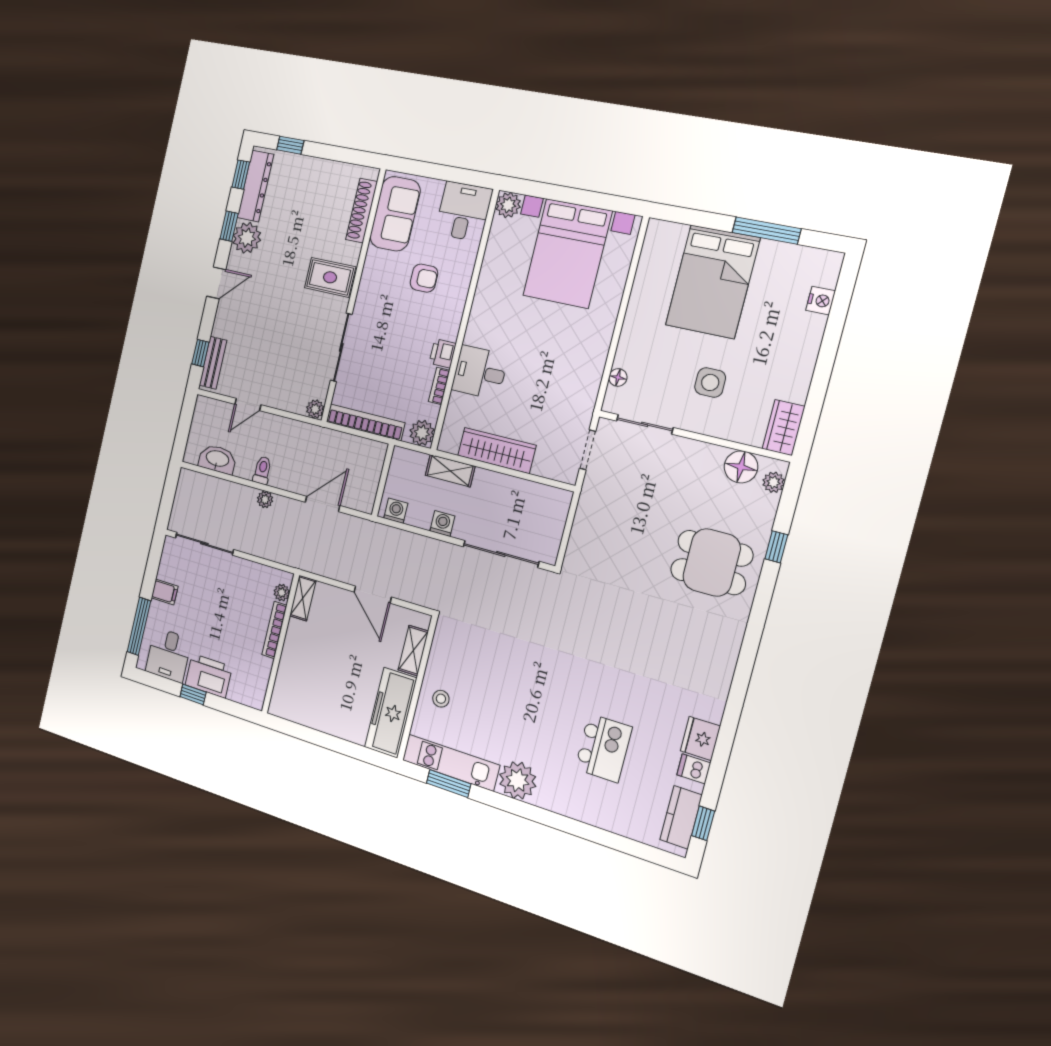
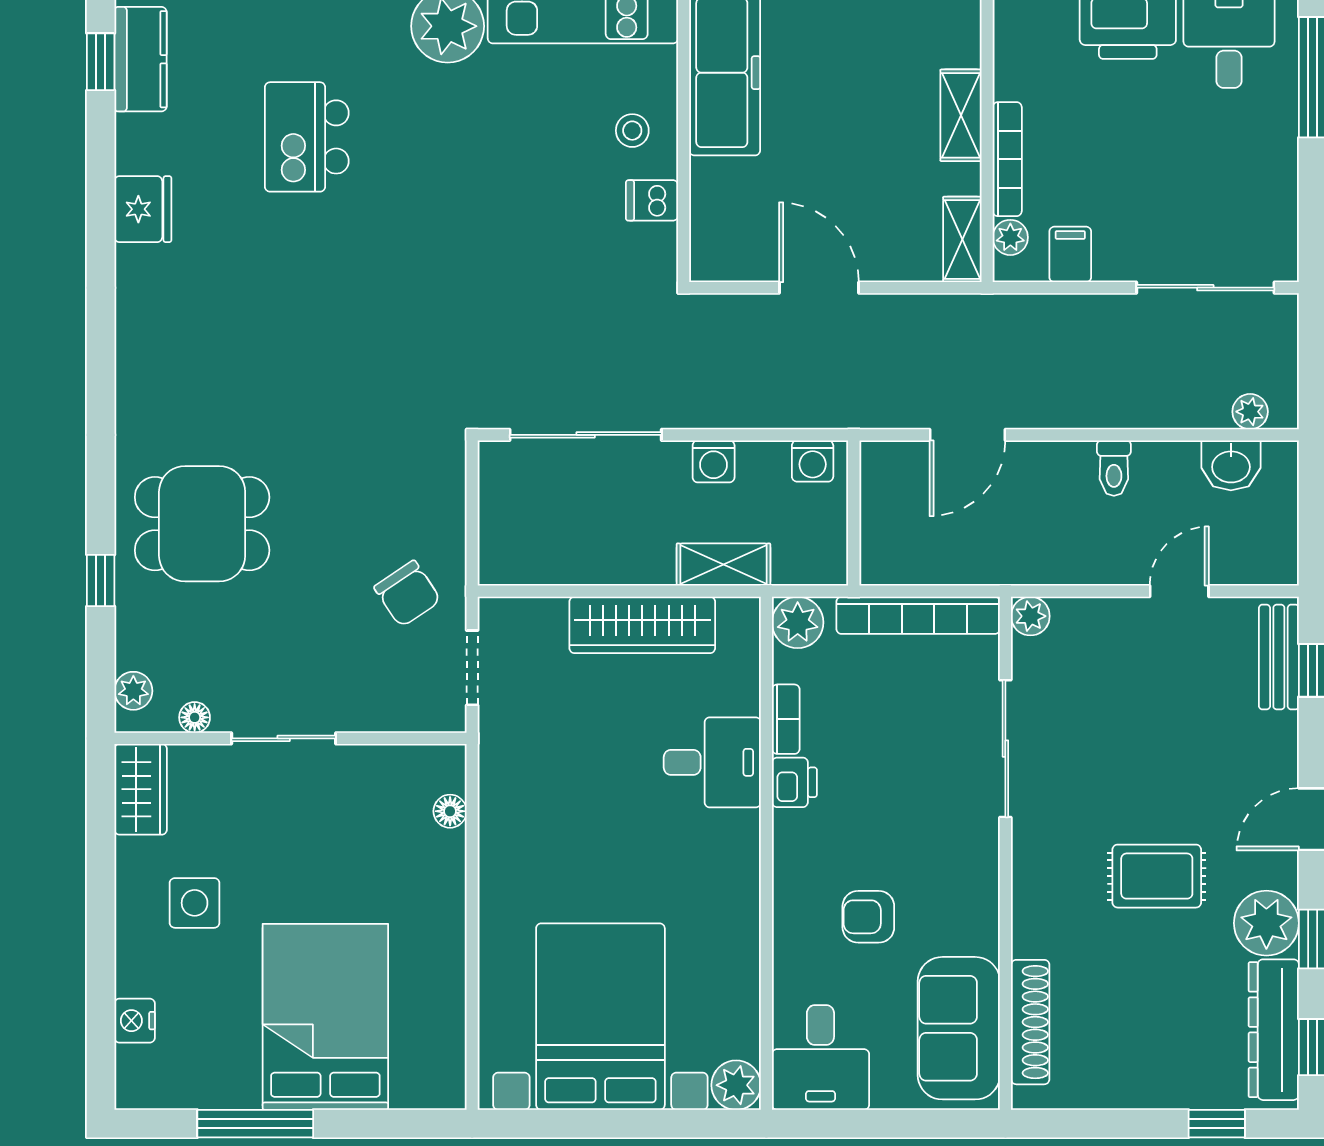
rug: (330, 277) -> (1157, 876), moved
side table: (710, 382) -> (195, 903), moved
sliding door: (645, 424) -> (284, 738), moved
washbasin: (217, 459) -> (1231, 465), width x0.72
floor lamp: (741, 467) -> (195, 717), width x0.53, depth x0.53
chair: (611, 497) -> (407, 594), added
plant: (265, 499) -> (1250, 412), moved
filing cabinet: (165, 592) -> (1070, 254), moved, turned 90
shelving: (413, 650) -> (961, 115), moved
dishwasher: (694, 769) -> (652, 200), moved, turned 180

